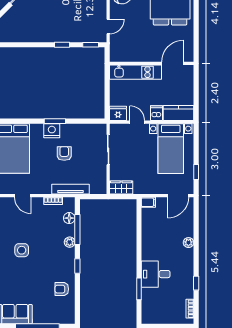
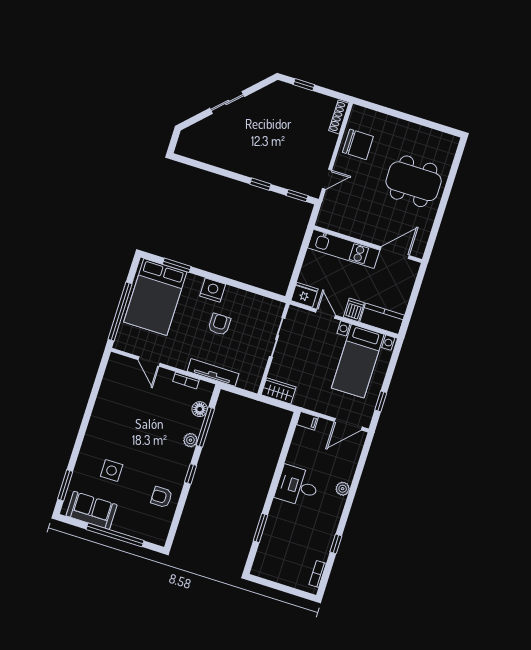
window: (55, 121) -> (177, 265), moved
side table: (22, 250) -> (112, 470), moved
desk: (156, 274) -> (297, 486), moved

